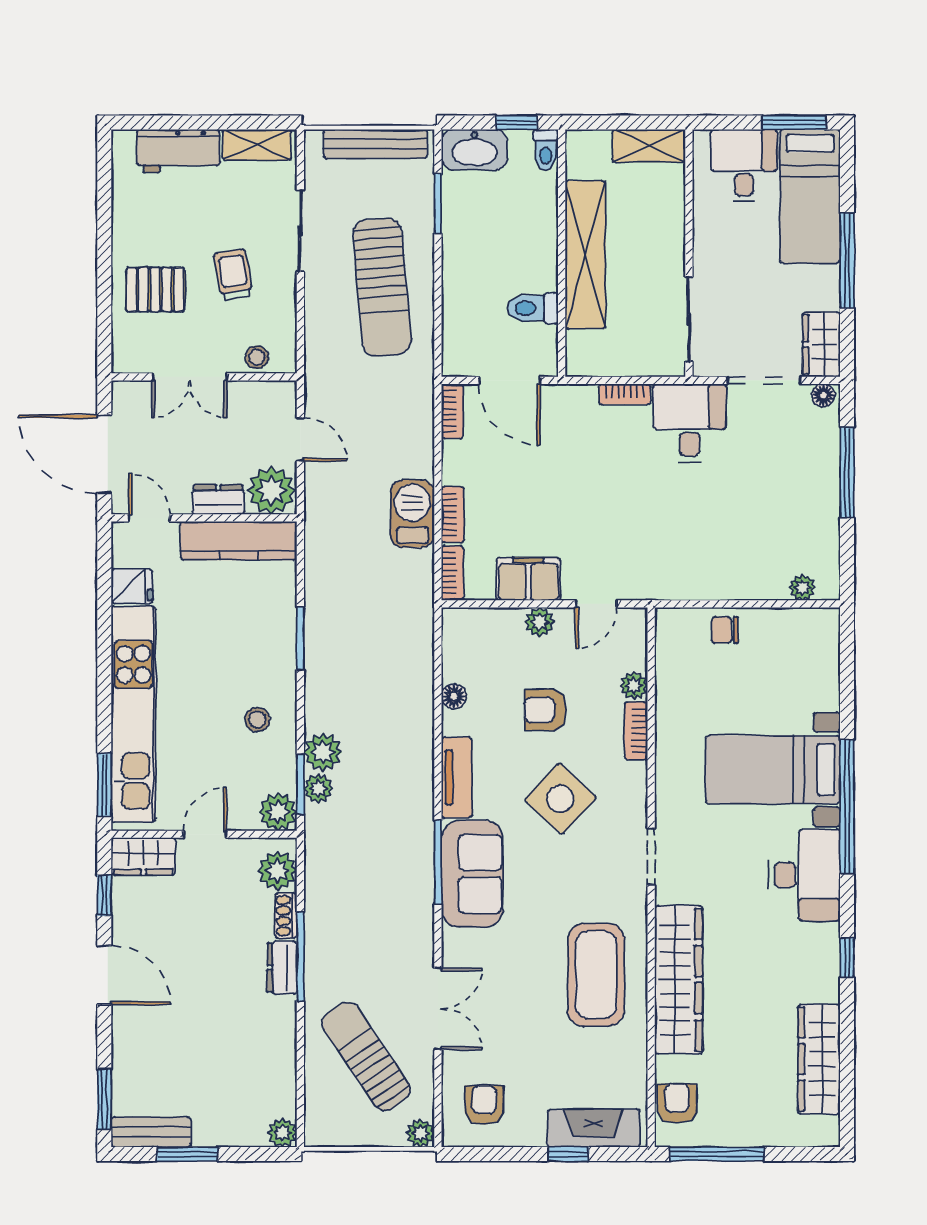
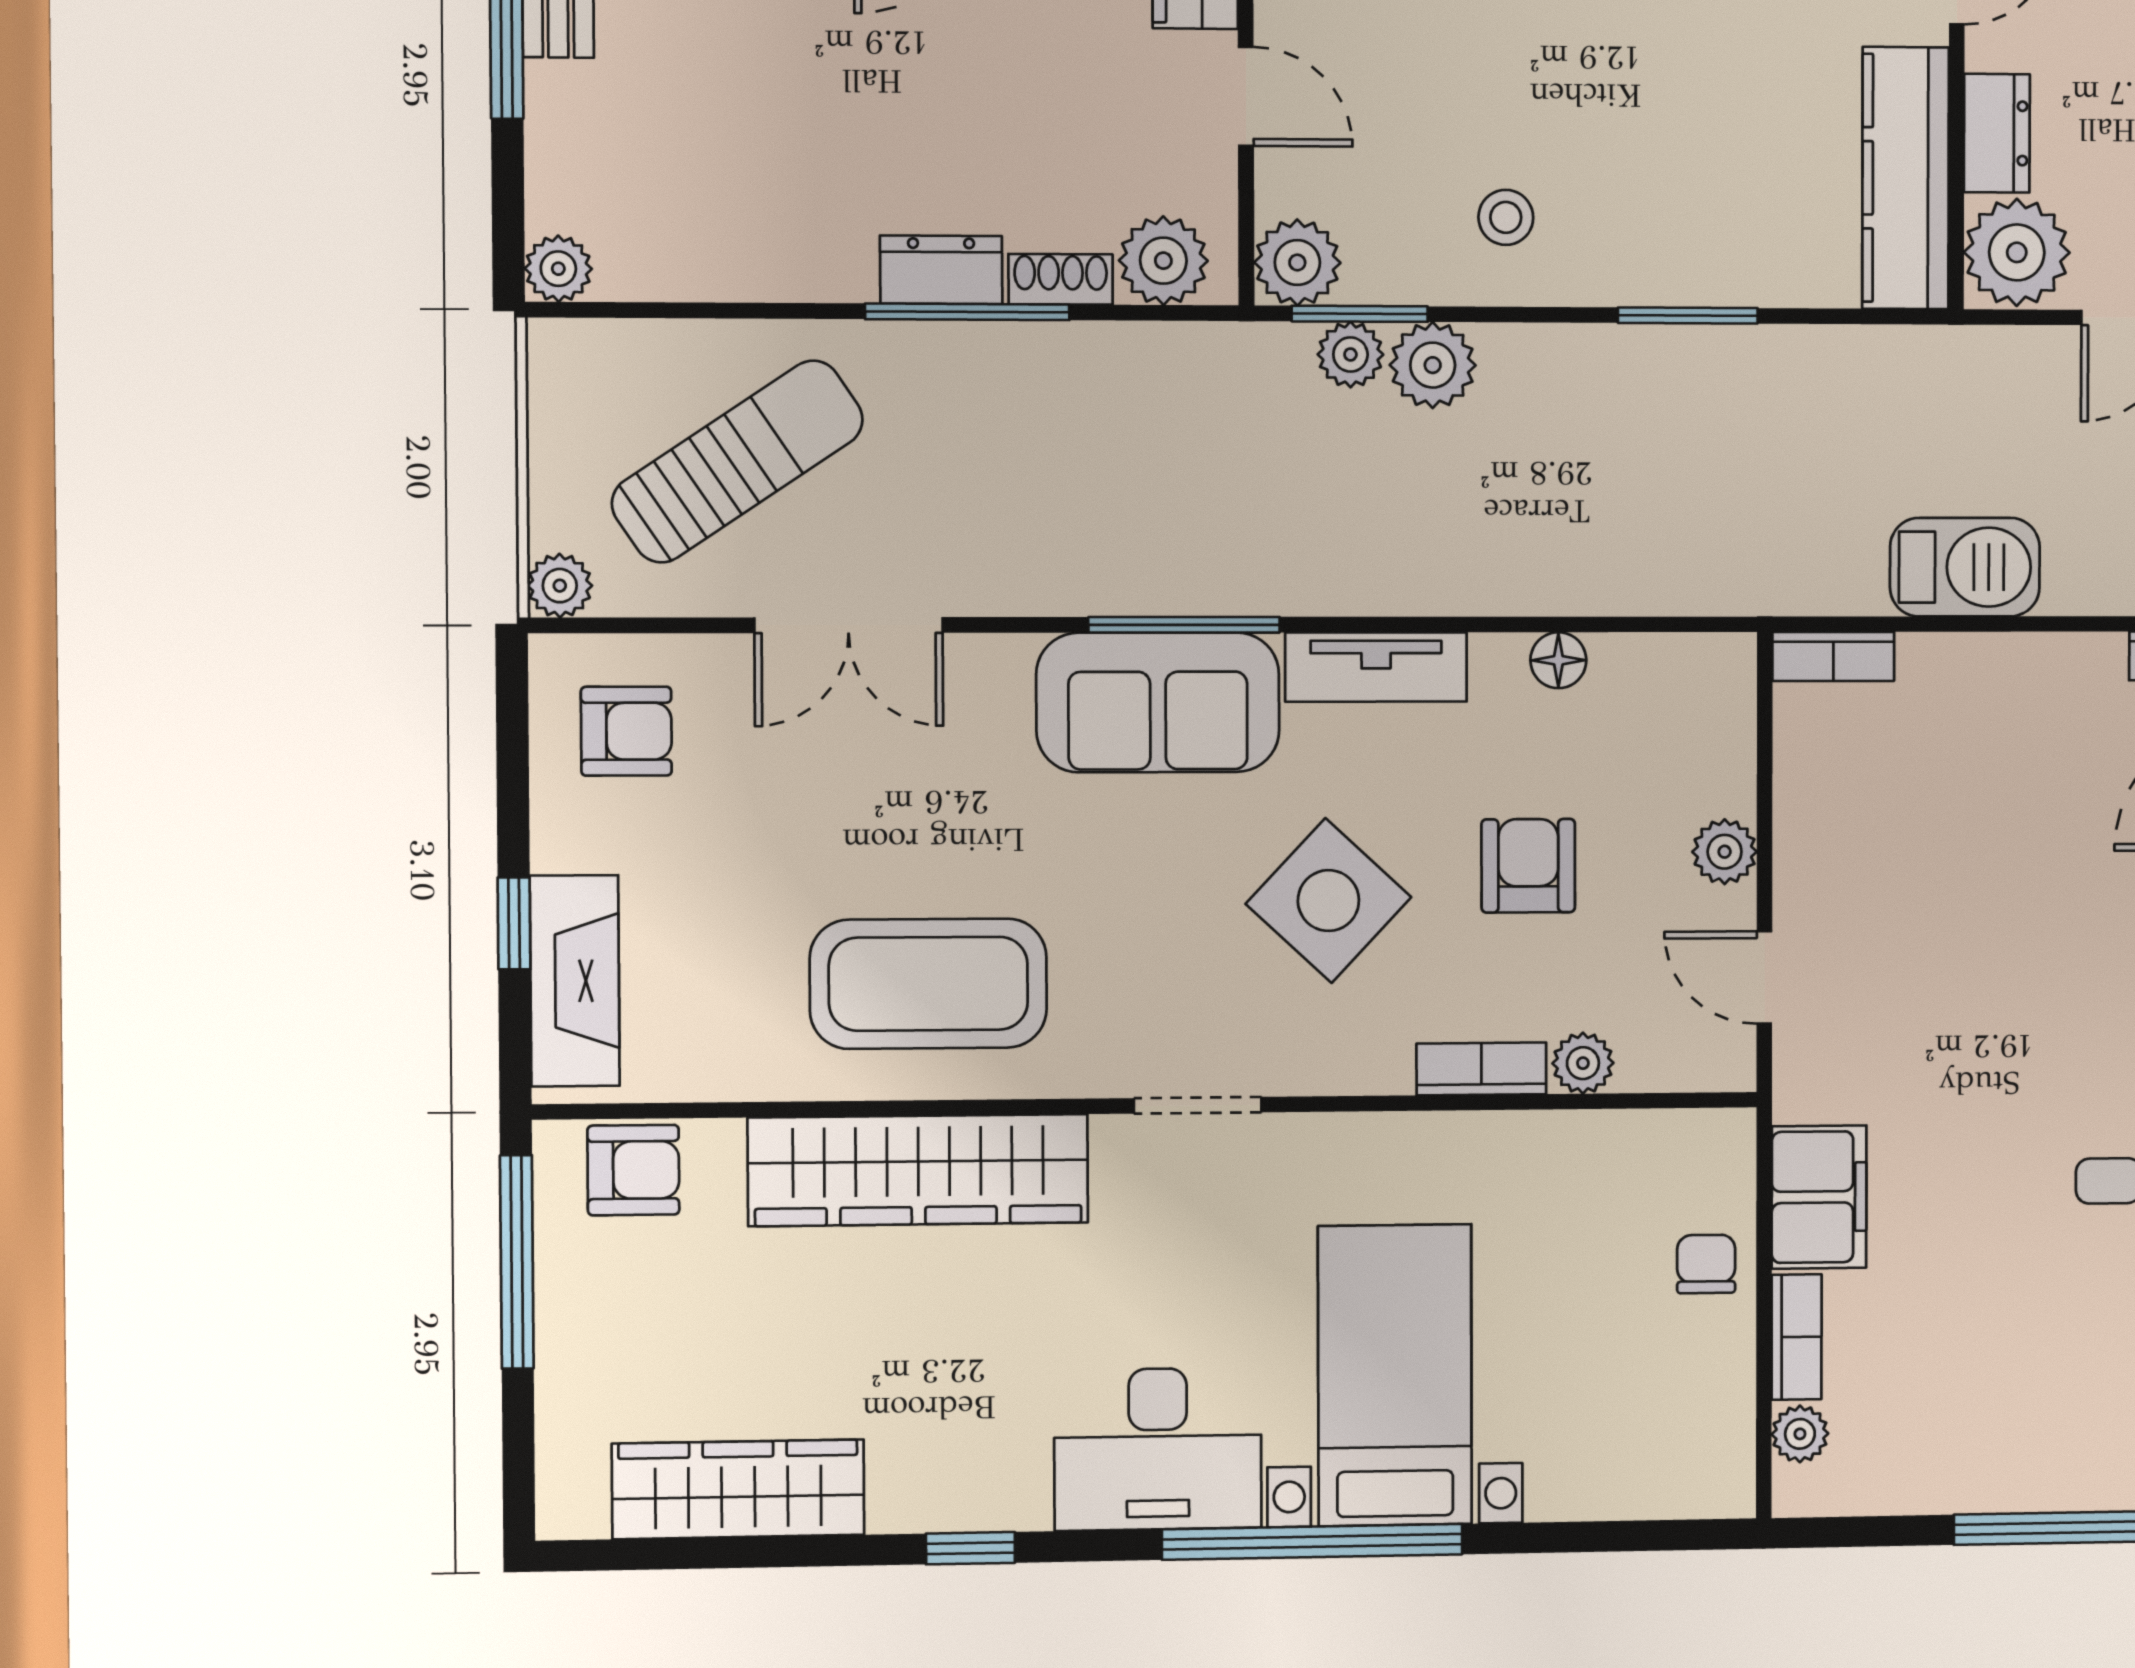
bookcase: (453, 515) -> (1797, 1337), moved, turned -90
filing cabinet: (528, 579) -> (1819, 1197), moved

